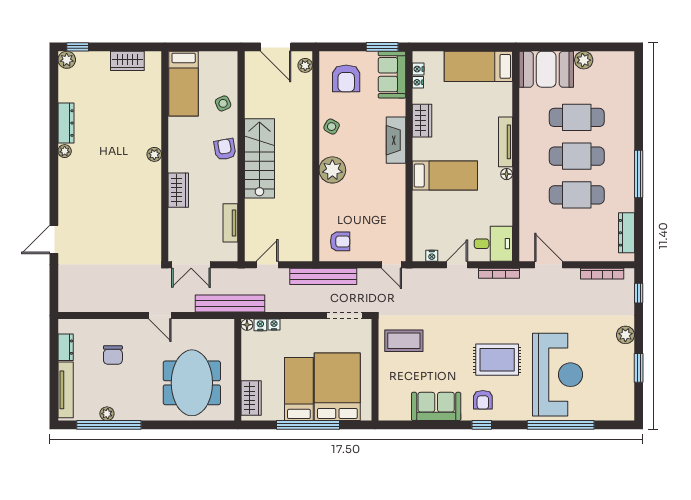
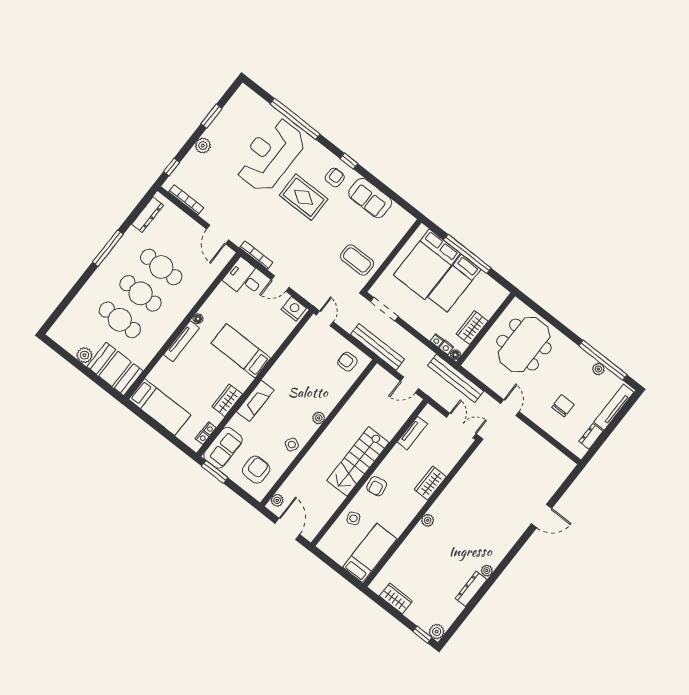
plant: (332, 170) -> (319, 418), width x0.53, depth x0.53
nightstand: (432, 256) -> (294, 309), width x1.89, depth x1.79
wardrobe: (251, 398) -> (472, 328), moved

